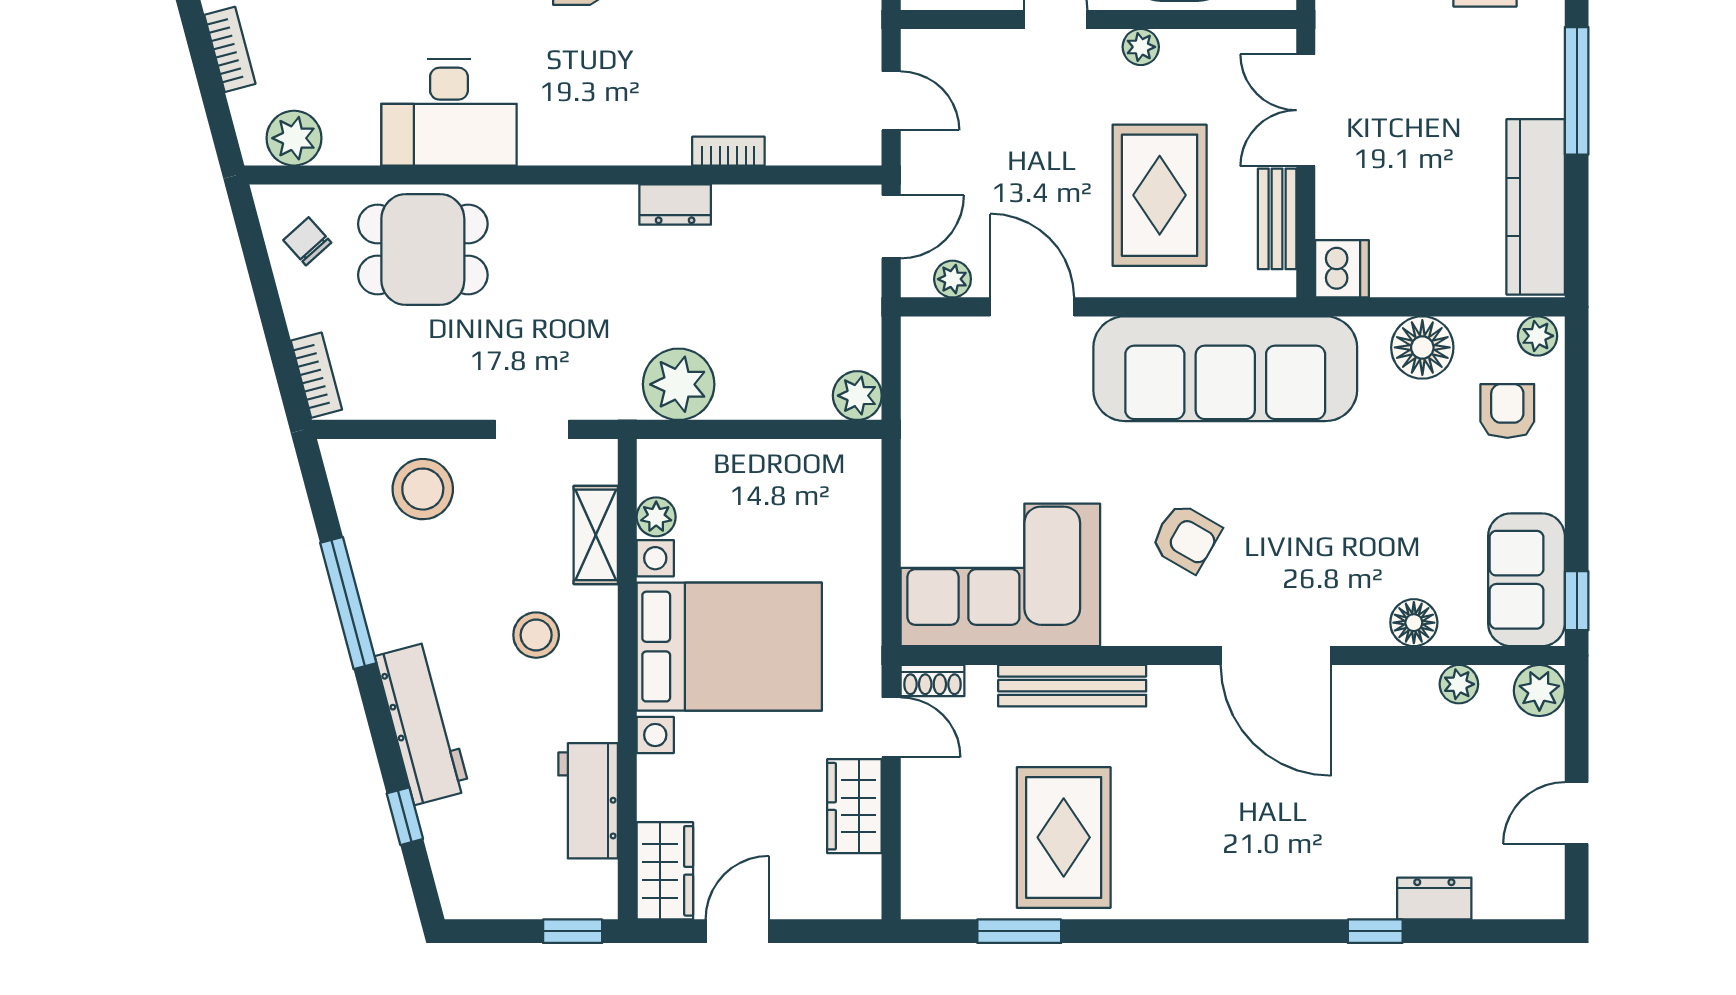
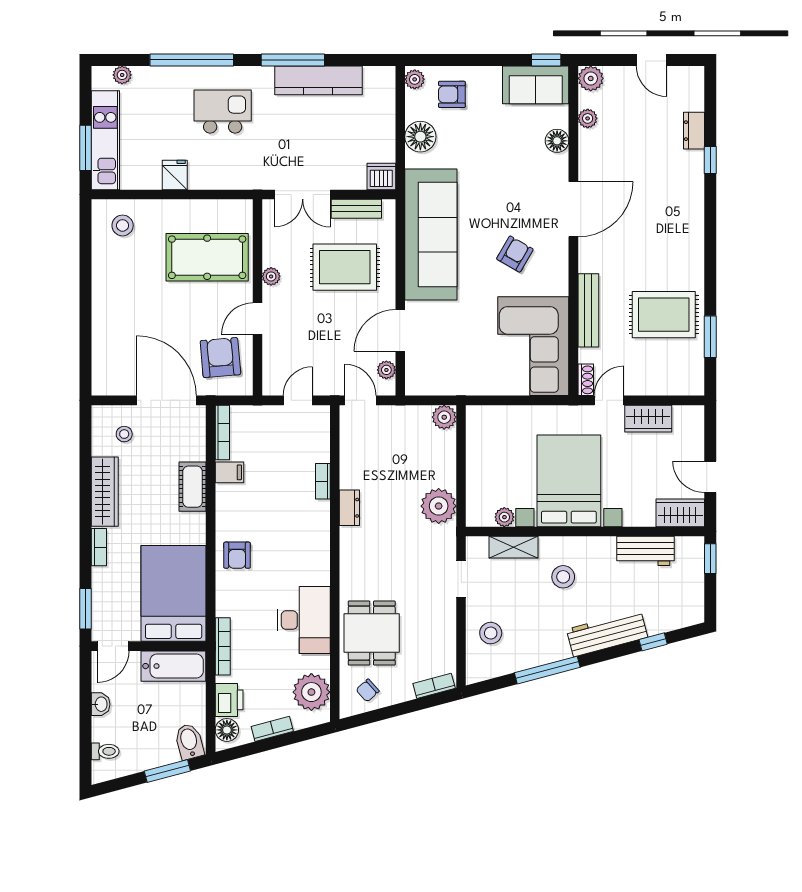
plant: (294, 138) -> (311, 692), width x1.36, depth x1.36
kitchen counter: (1536, 207) -> (318, 80), moved
stool: (423, 489) -> (491, 633), width x0.73, depth x0.73

